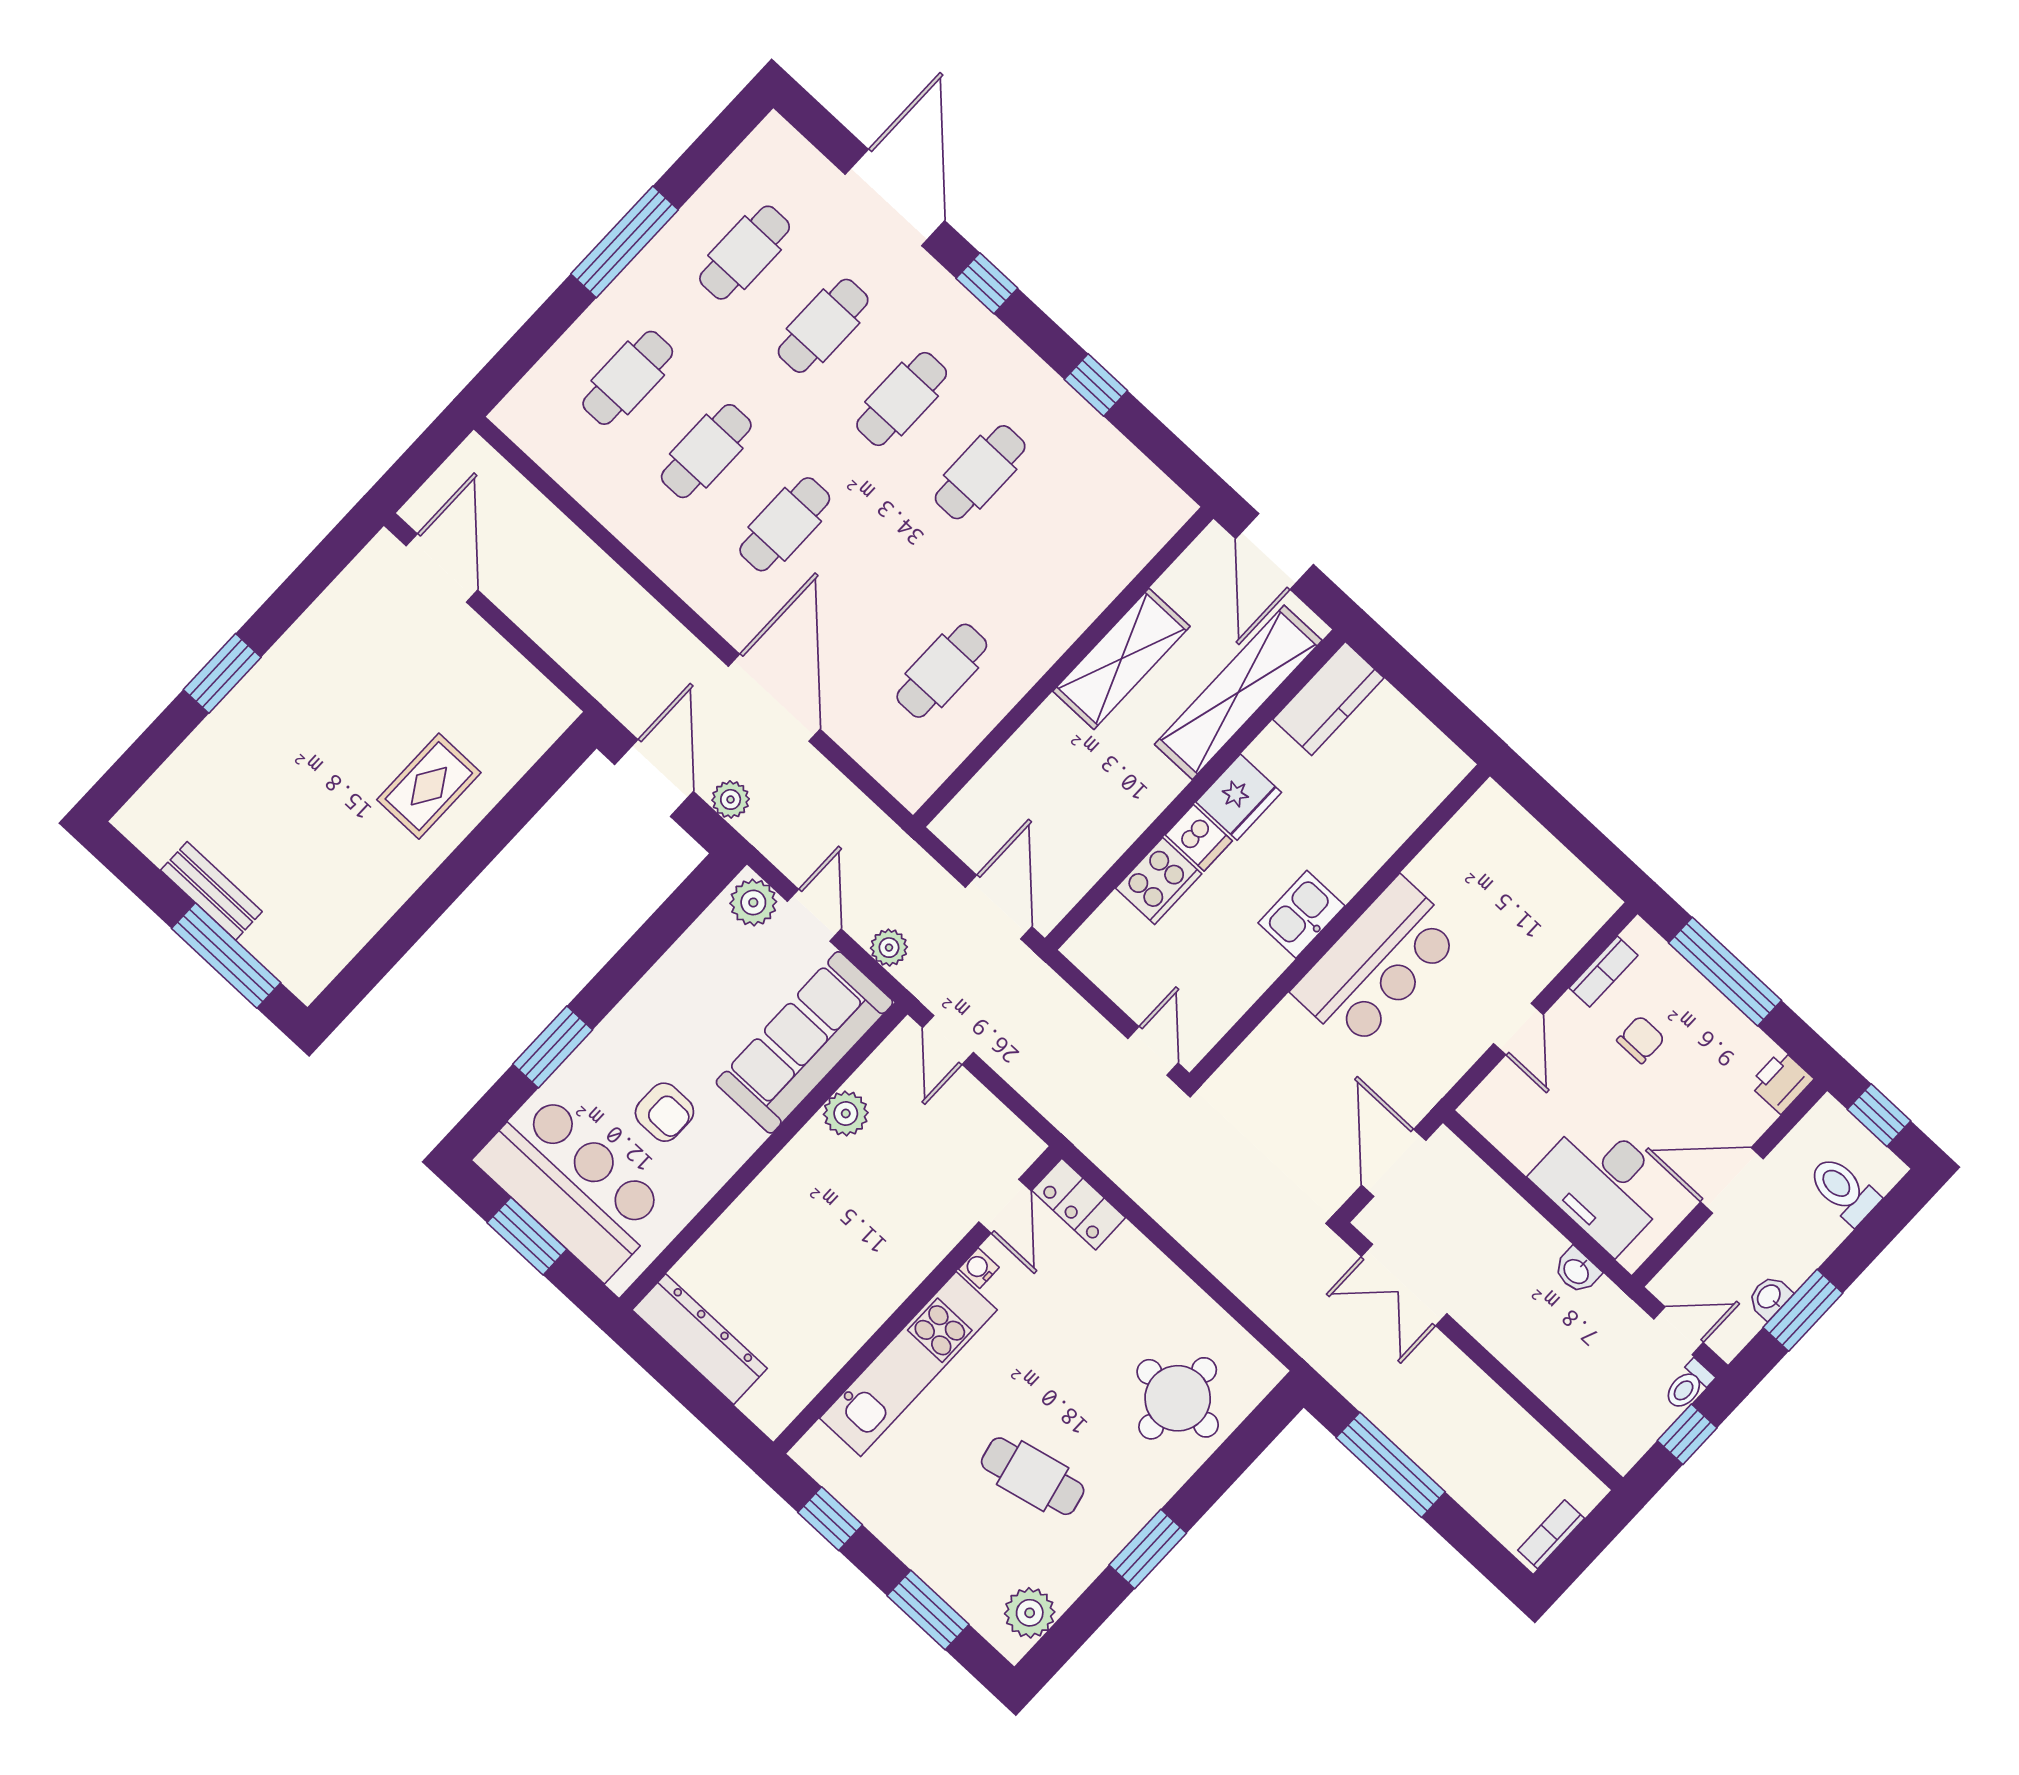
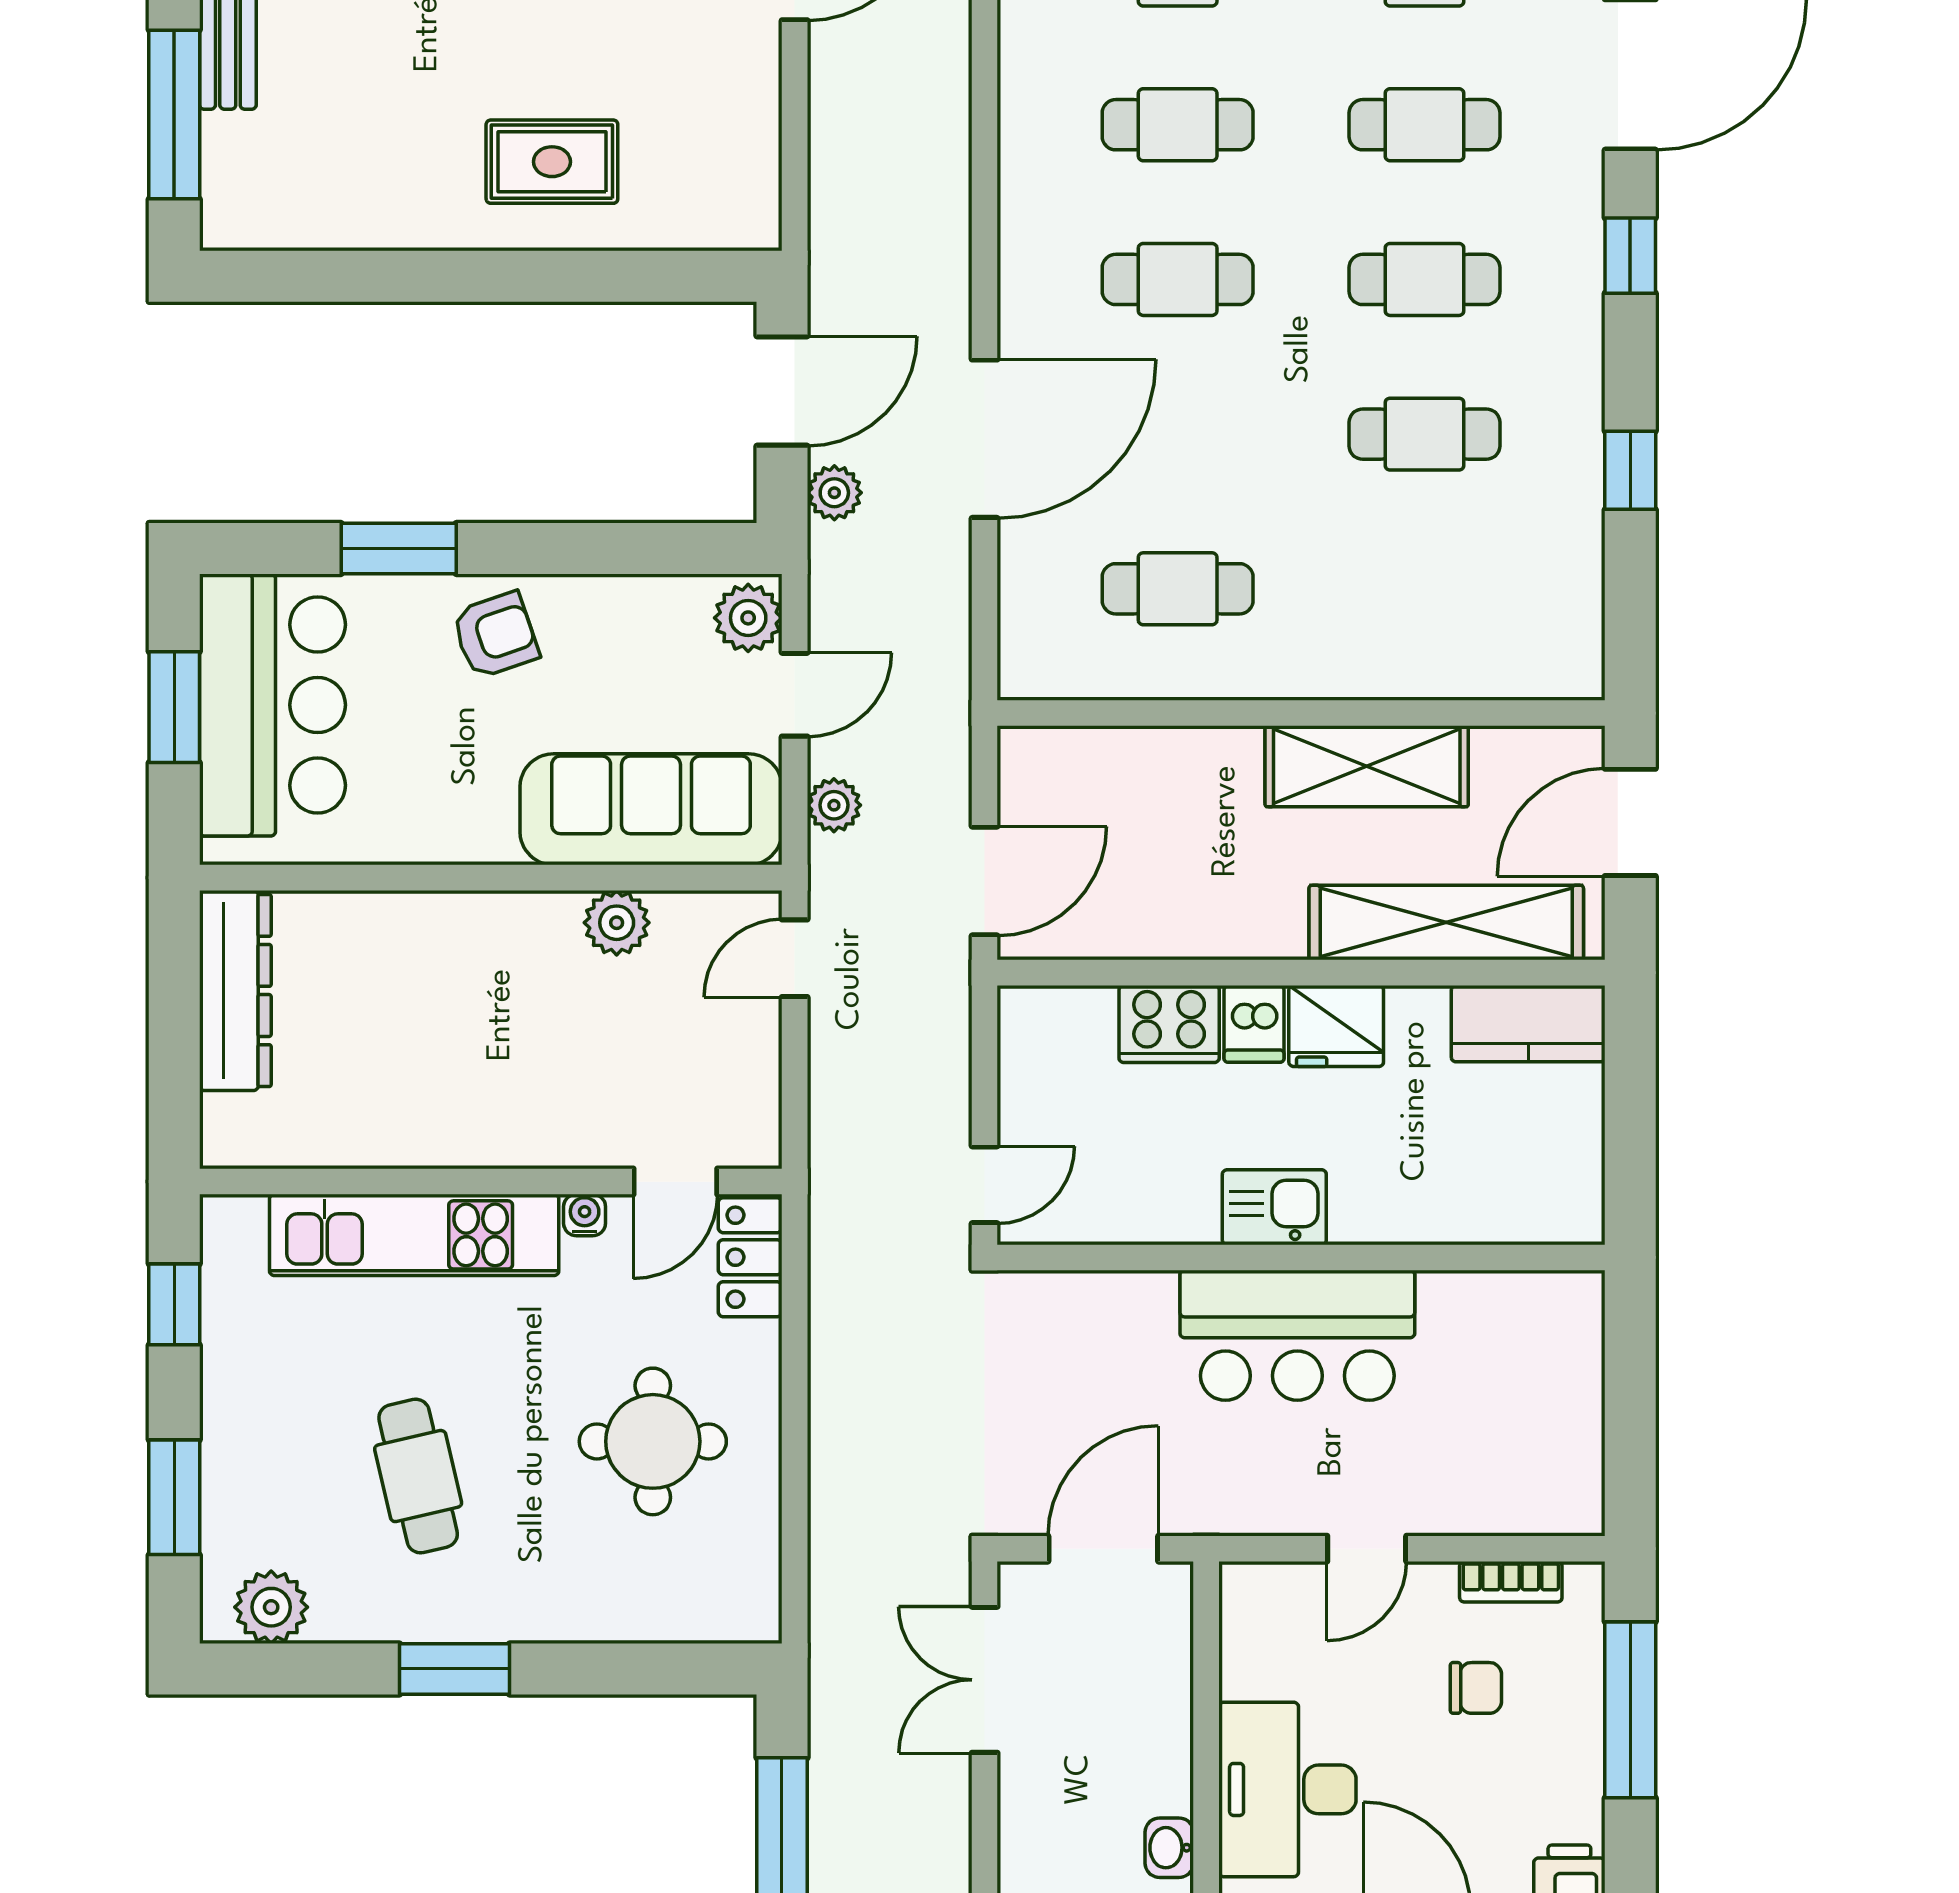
armchair: (664, 1112) -> (495, 635), moved, turned -109
round table: (1178, 1398) -> (653, 1441), moved

